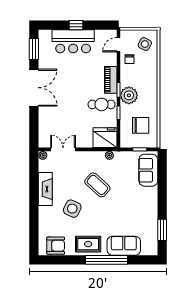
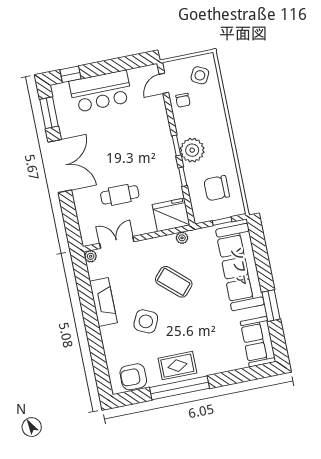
window: (76, 25) -> (71, 74), moved
piano: (111, 80) -> (163, 134), removed
cafe table: (102, 104) -> (120, 195), moved
chair: (141, 125) -> (217, 188), turned 180
sofa: (148, 170) -> (240, 267), width x1.85, depth x1.27
window: (162, 230) -> (271, 306), moved
armchair: (56, 246) -> (133, 377), turned 180
sofa: (124, 246) -> (258, 342), moved, turned -90
window: (107, 260) -> (180, 388), moved

